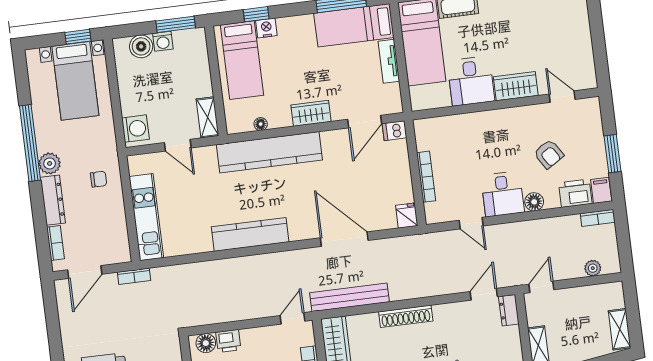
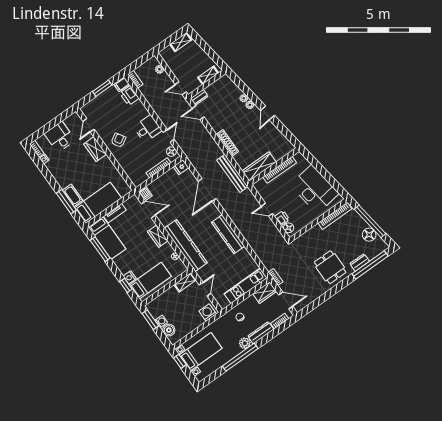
desk: (471, 81) -> (60, 137), moved, turned -90
armchair: (549, 154) -> (118, 140), moved
floor lamp: (534, 202) -> (171, 152), moved
wardrobe: (118, 243) -> (265, 293), added
door: (292, 318) -> (267, 210), moved

